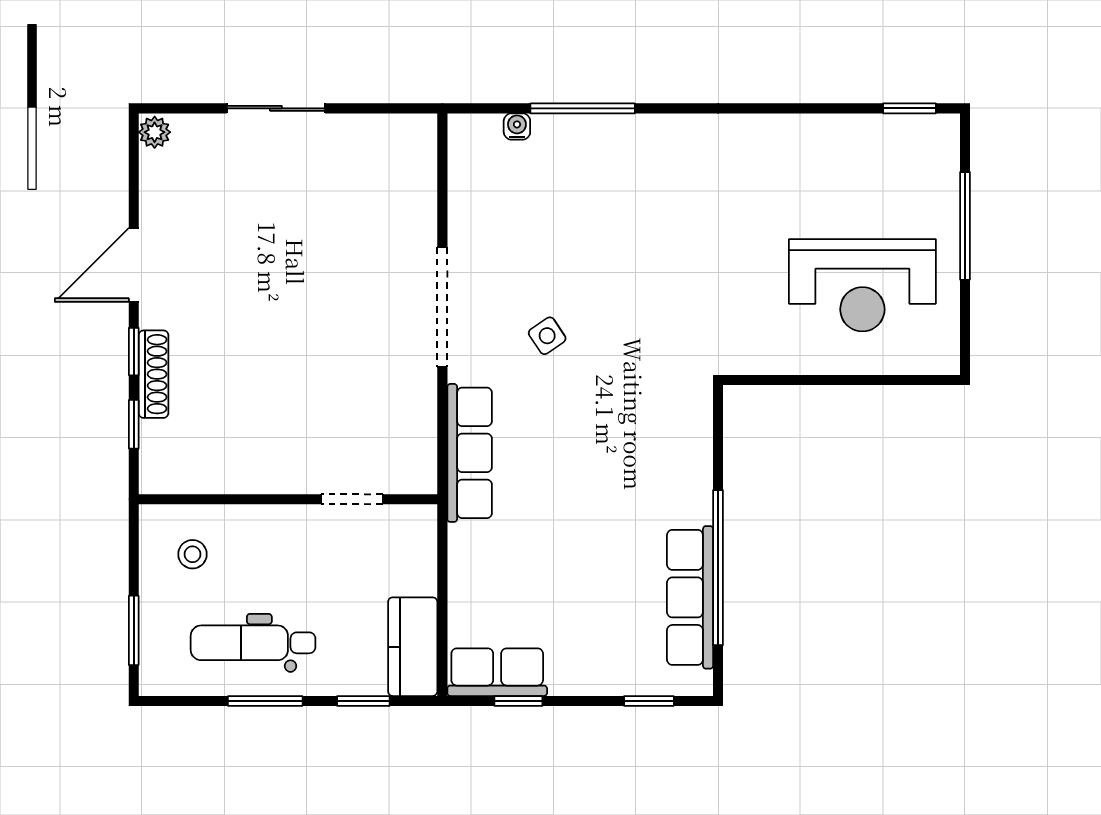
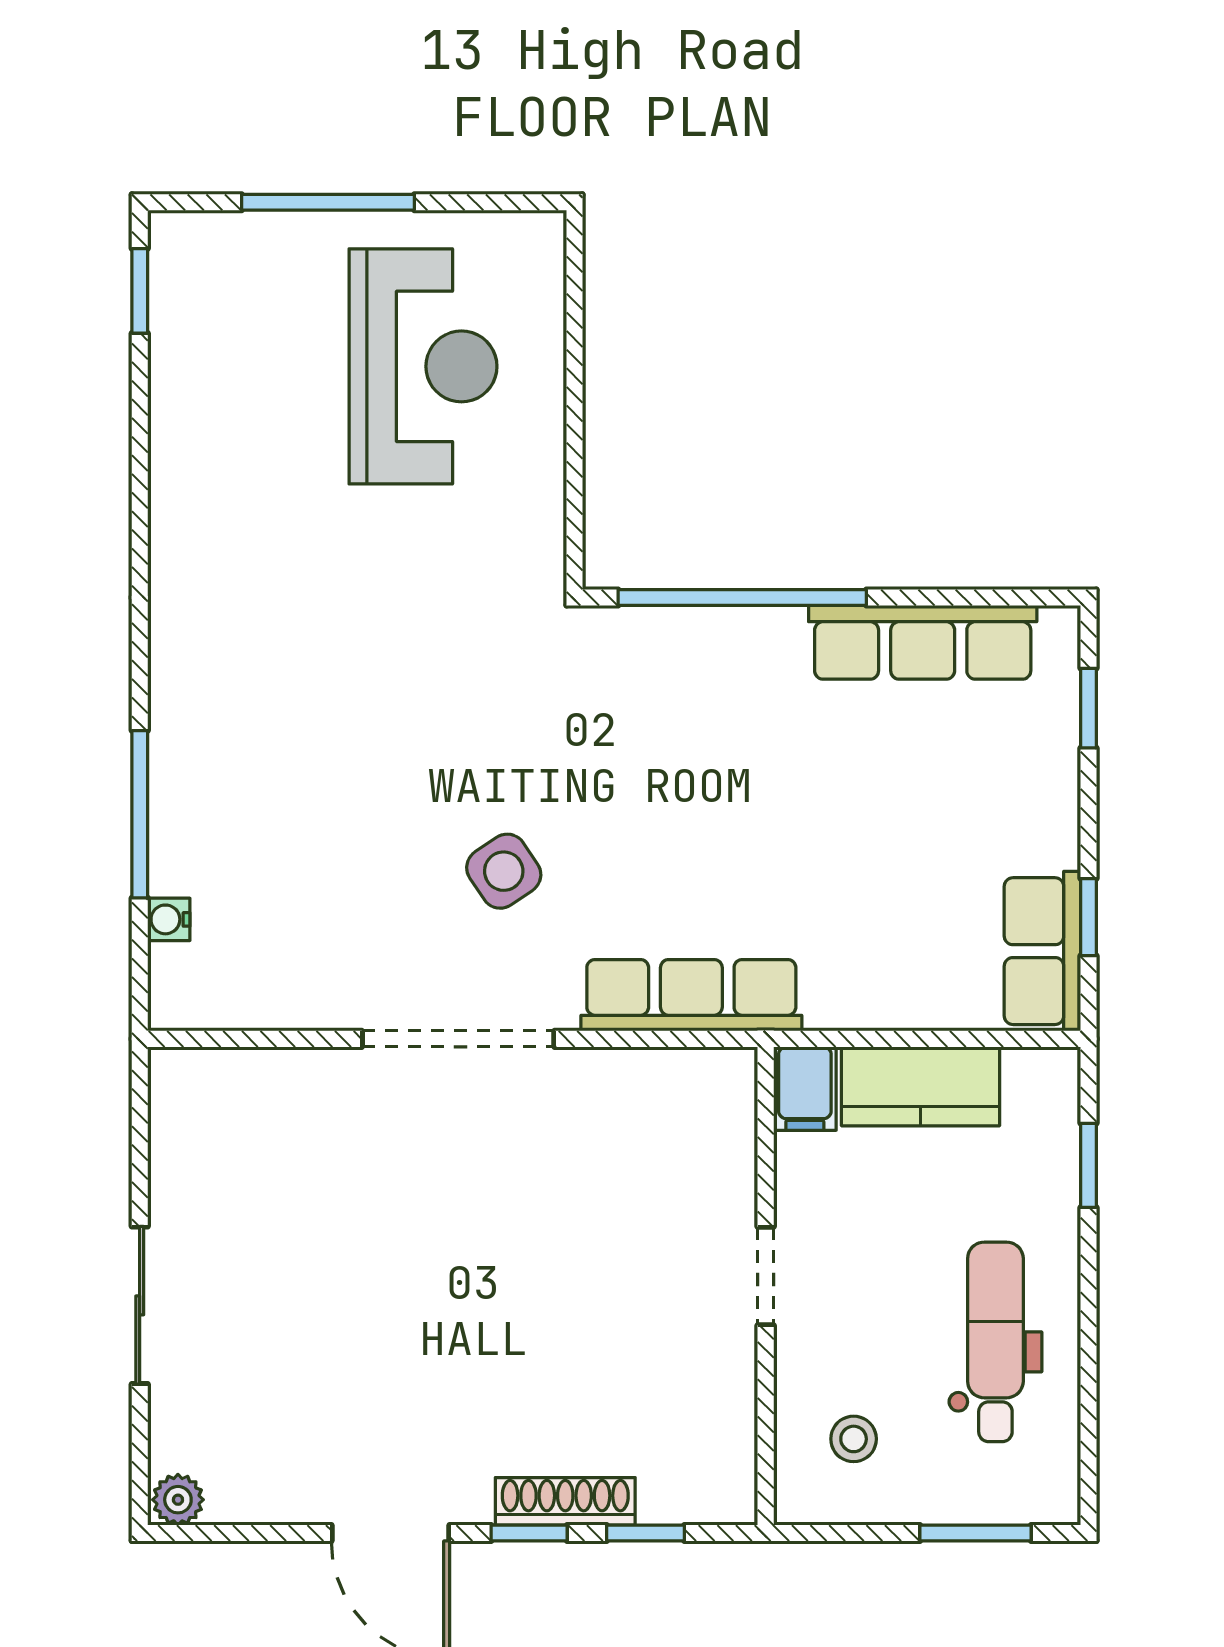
side table: (547, 336) -> (504, 871), width x1.37, depth x1.37
doorway: (352, 499) -> (766, 1276), moved
filing cabinet: (411, 524) -> (805, 1089), added
window: (718, 568) -> (742, 597), moved
dental chair: (253, 643) -> (995, 1342), turned 180
kitchen counter: (413, 647) -> (920, 1086), moved
window: (265, 701) -> (1088, 1322), removed

